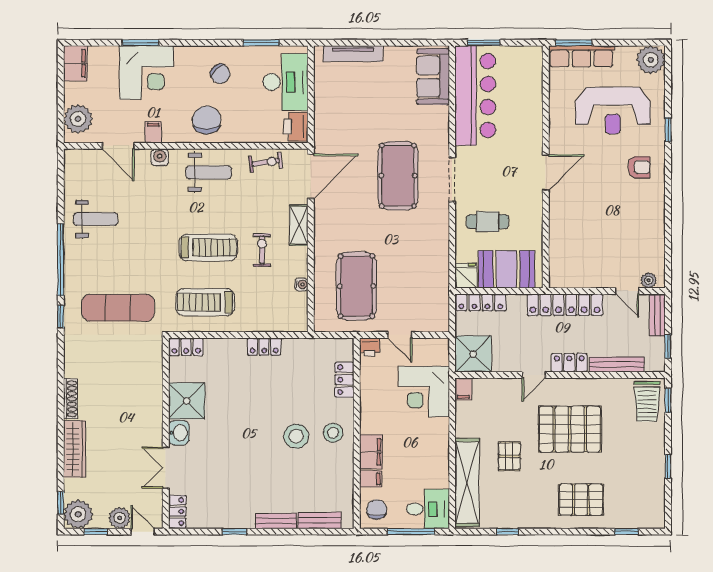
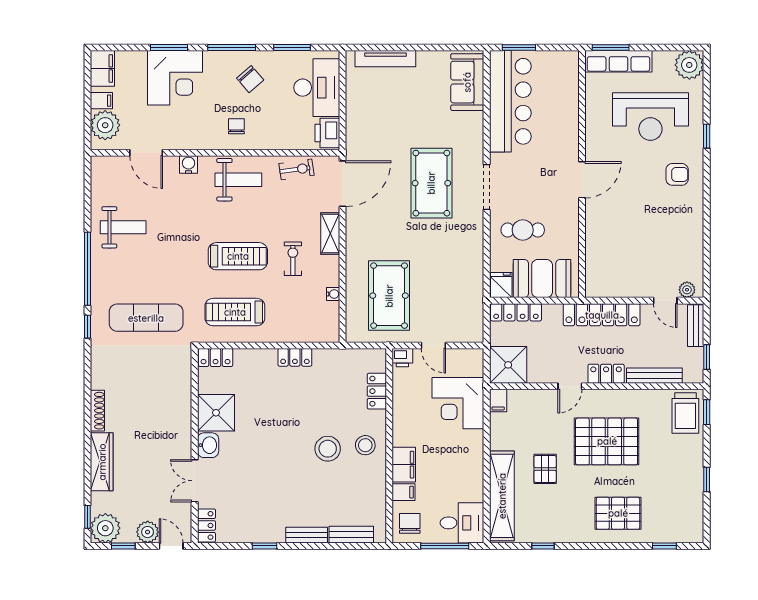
window: (202, 43) -> (232, 48), added
chair: (207, 120) -> (236, 126), width x0.54, depth x0.54
filing cabinet: (153, 132) -> (101, 101), moved, turned 90

